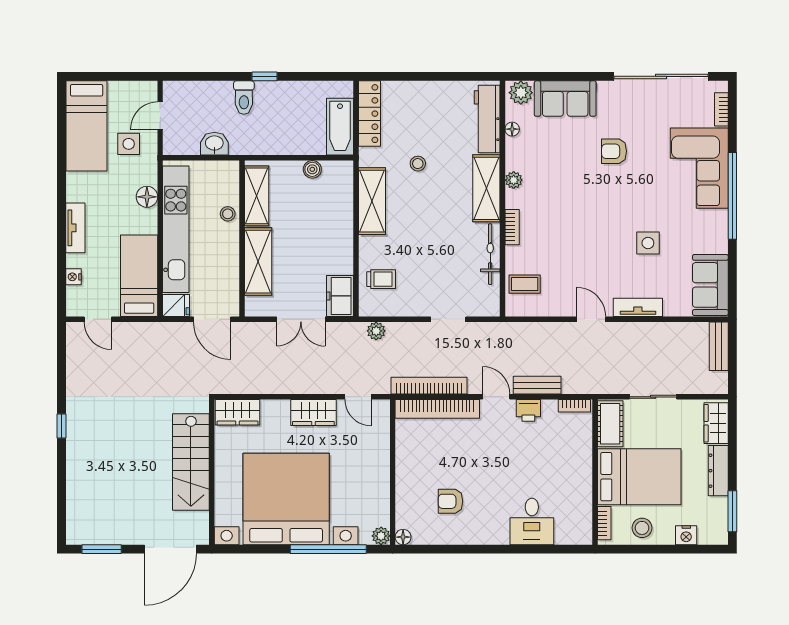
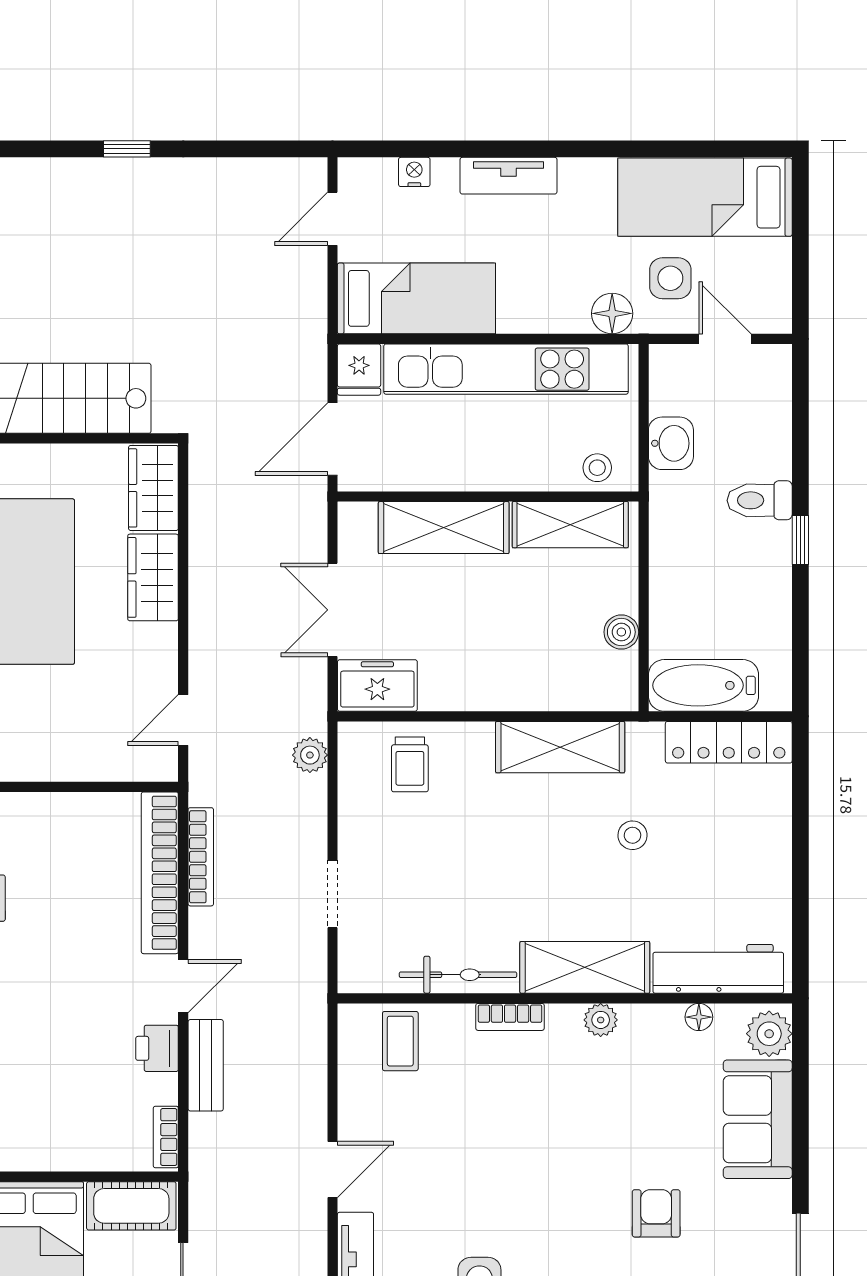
floor lamp: (147, 197) -> (612, 313), moved
stool: (228, 214) -> (597, 468), moved
bookcase: (429, 386) -> (201, 857), width x0.68, depth x0.76
wardrobe: (313, 412) -> (153, 577), moved

